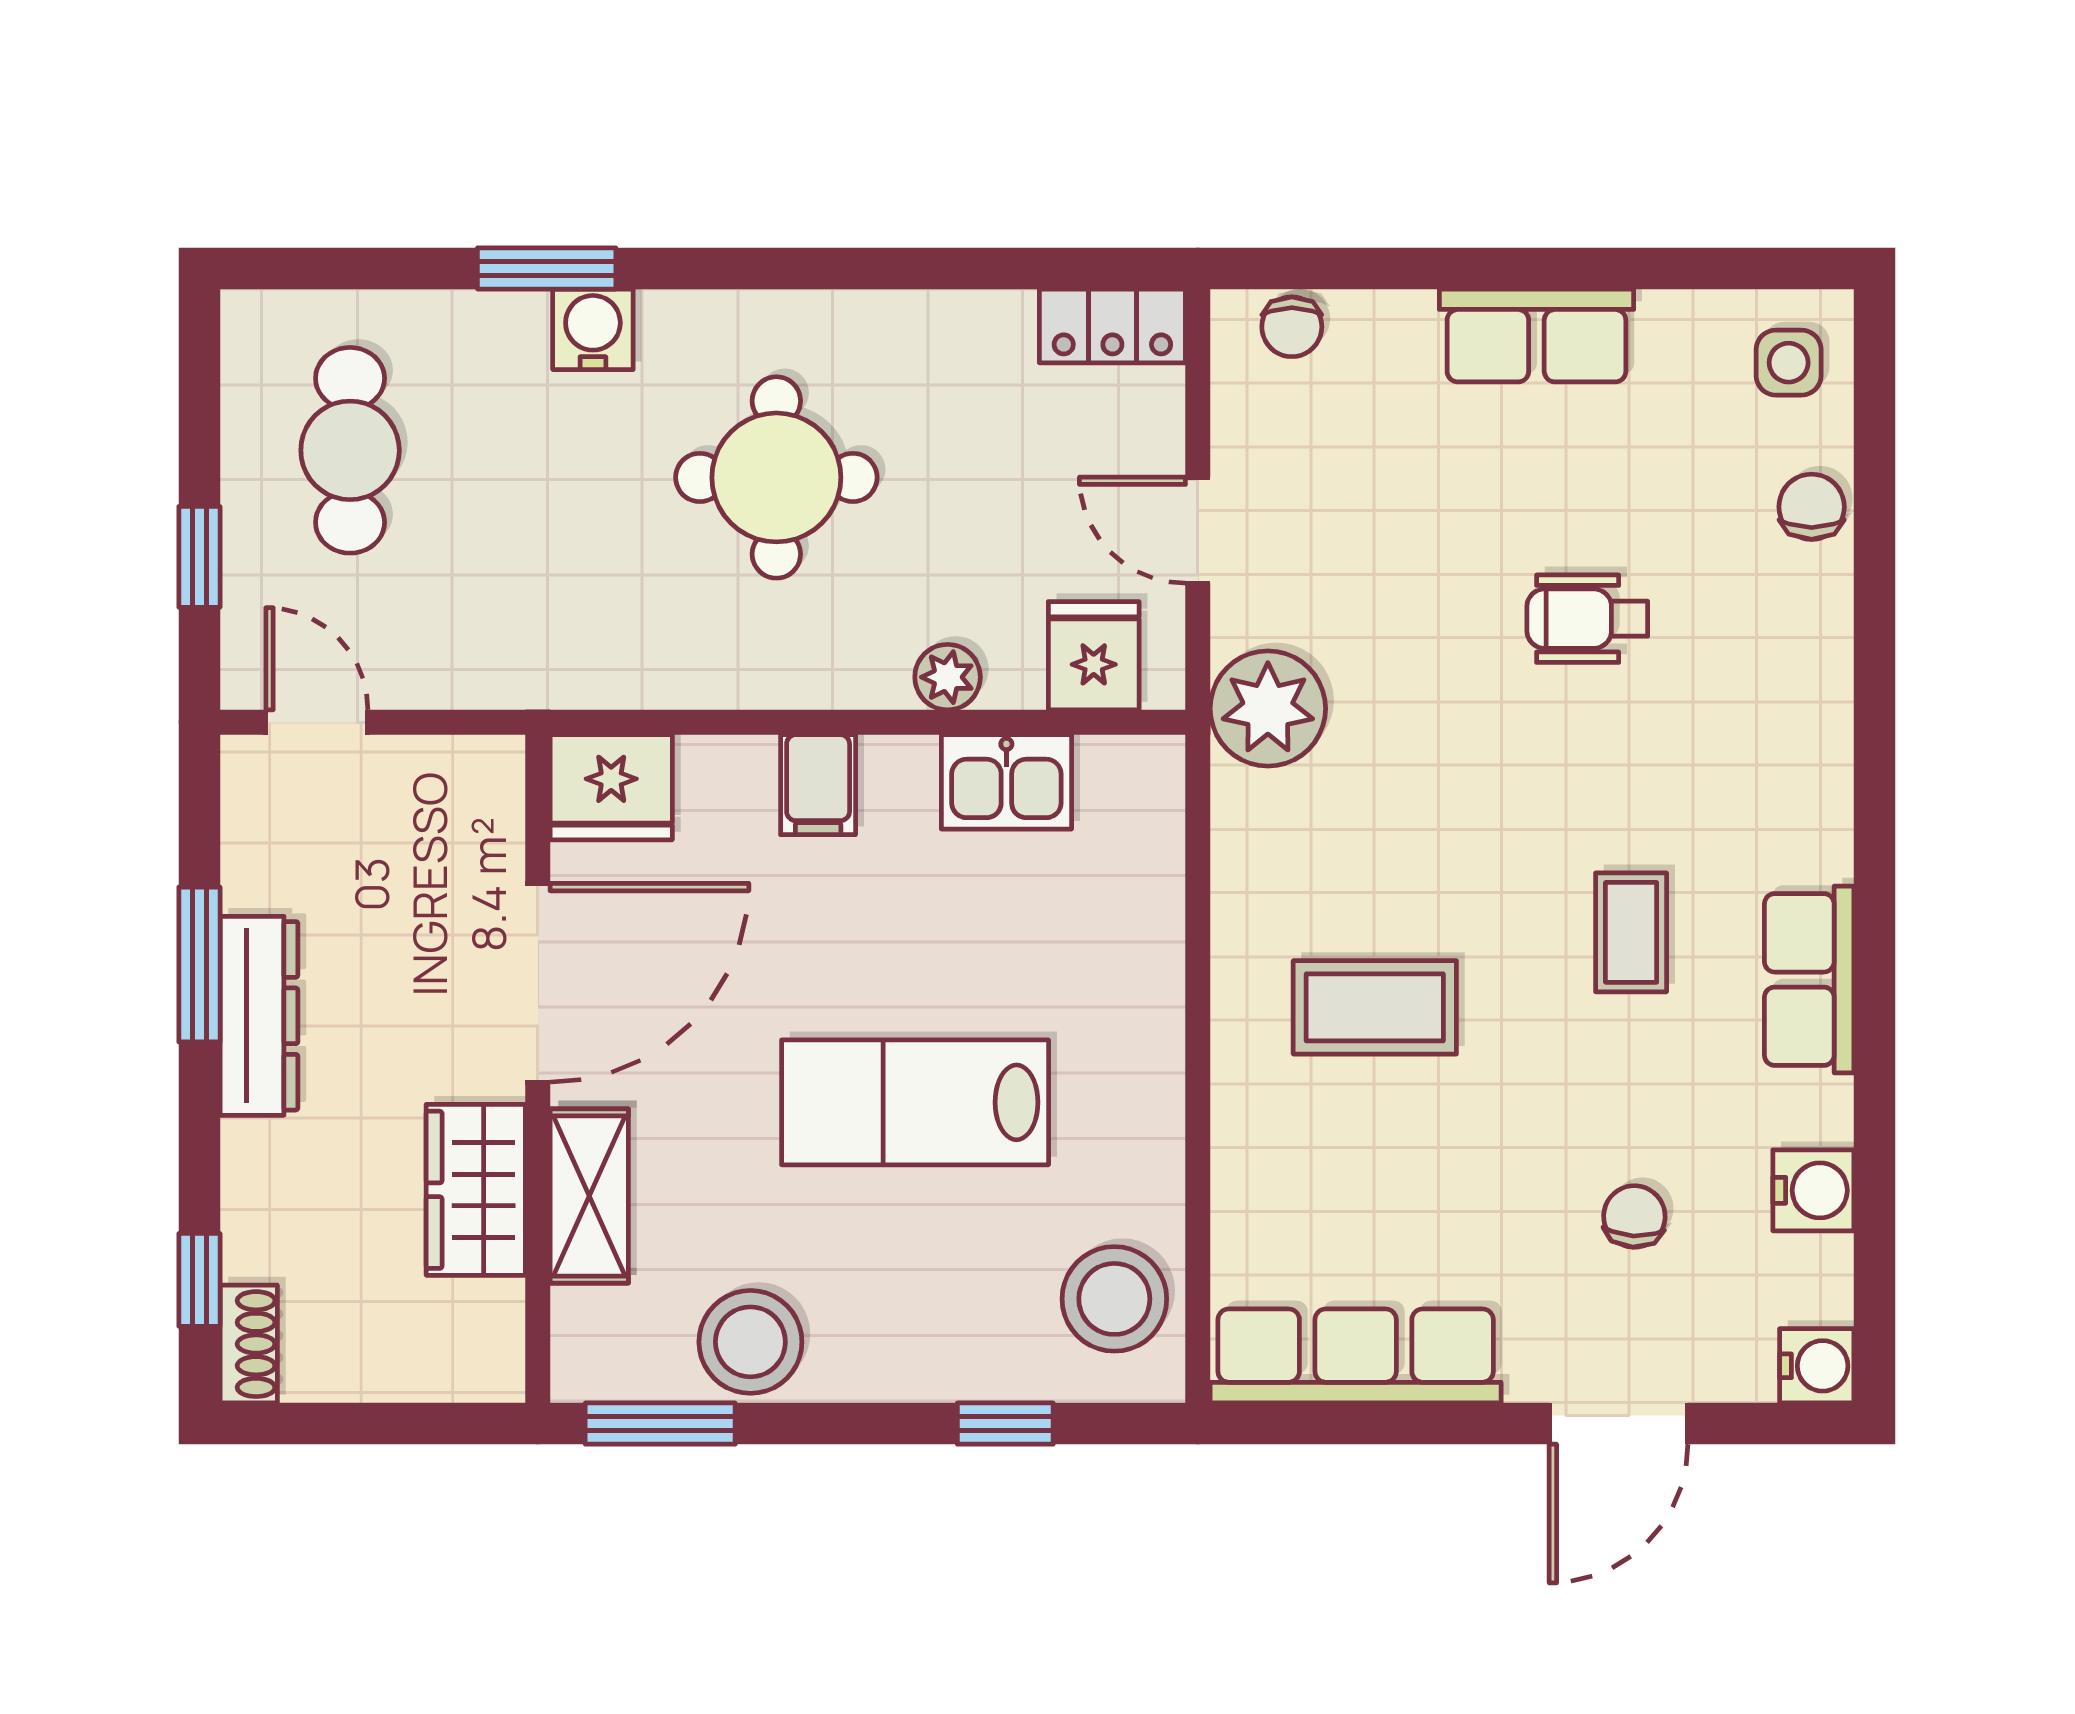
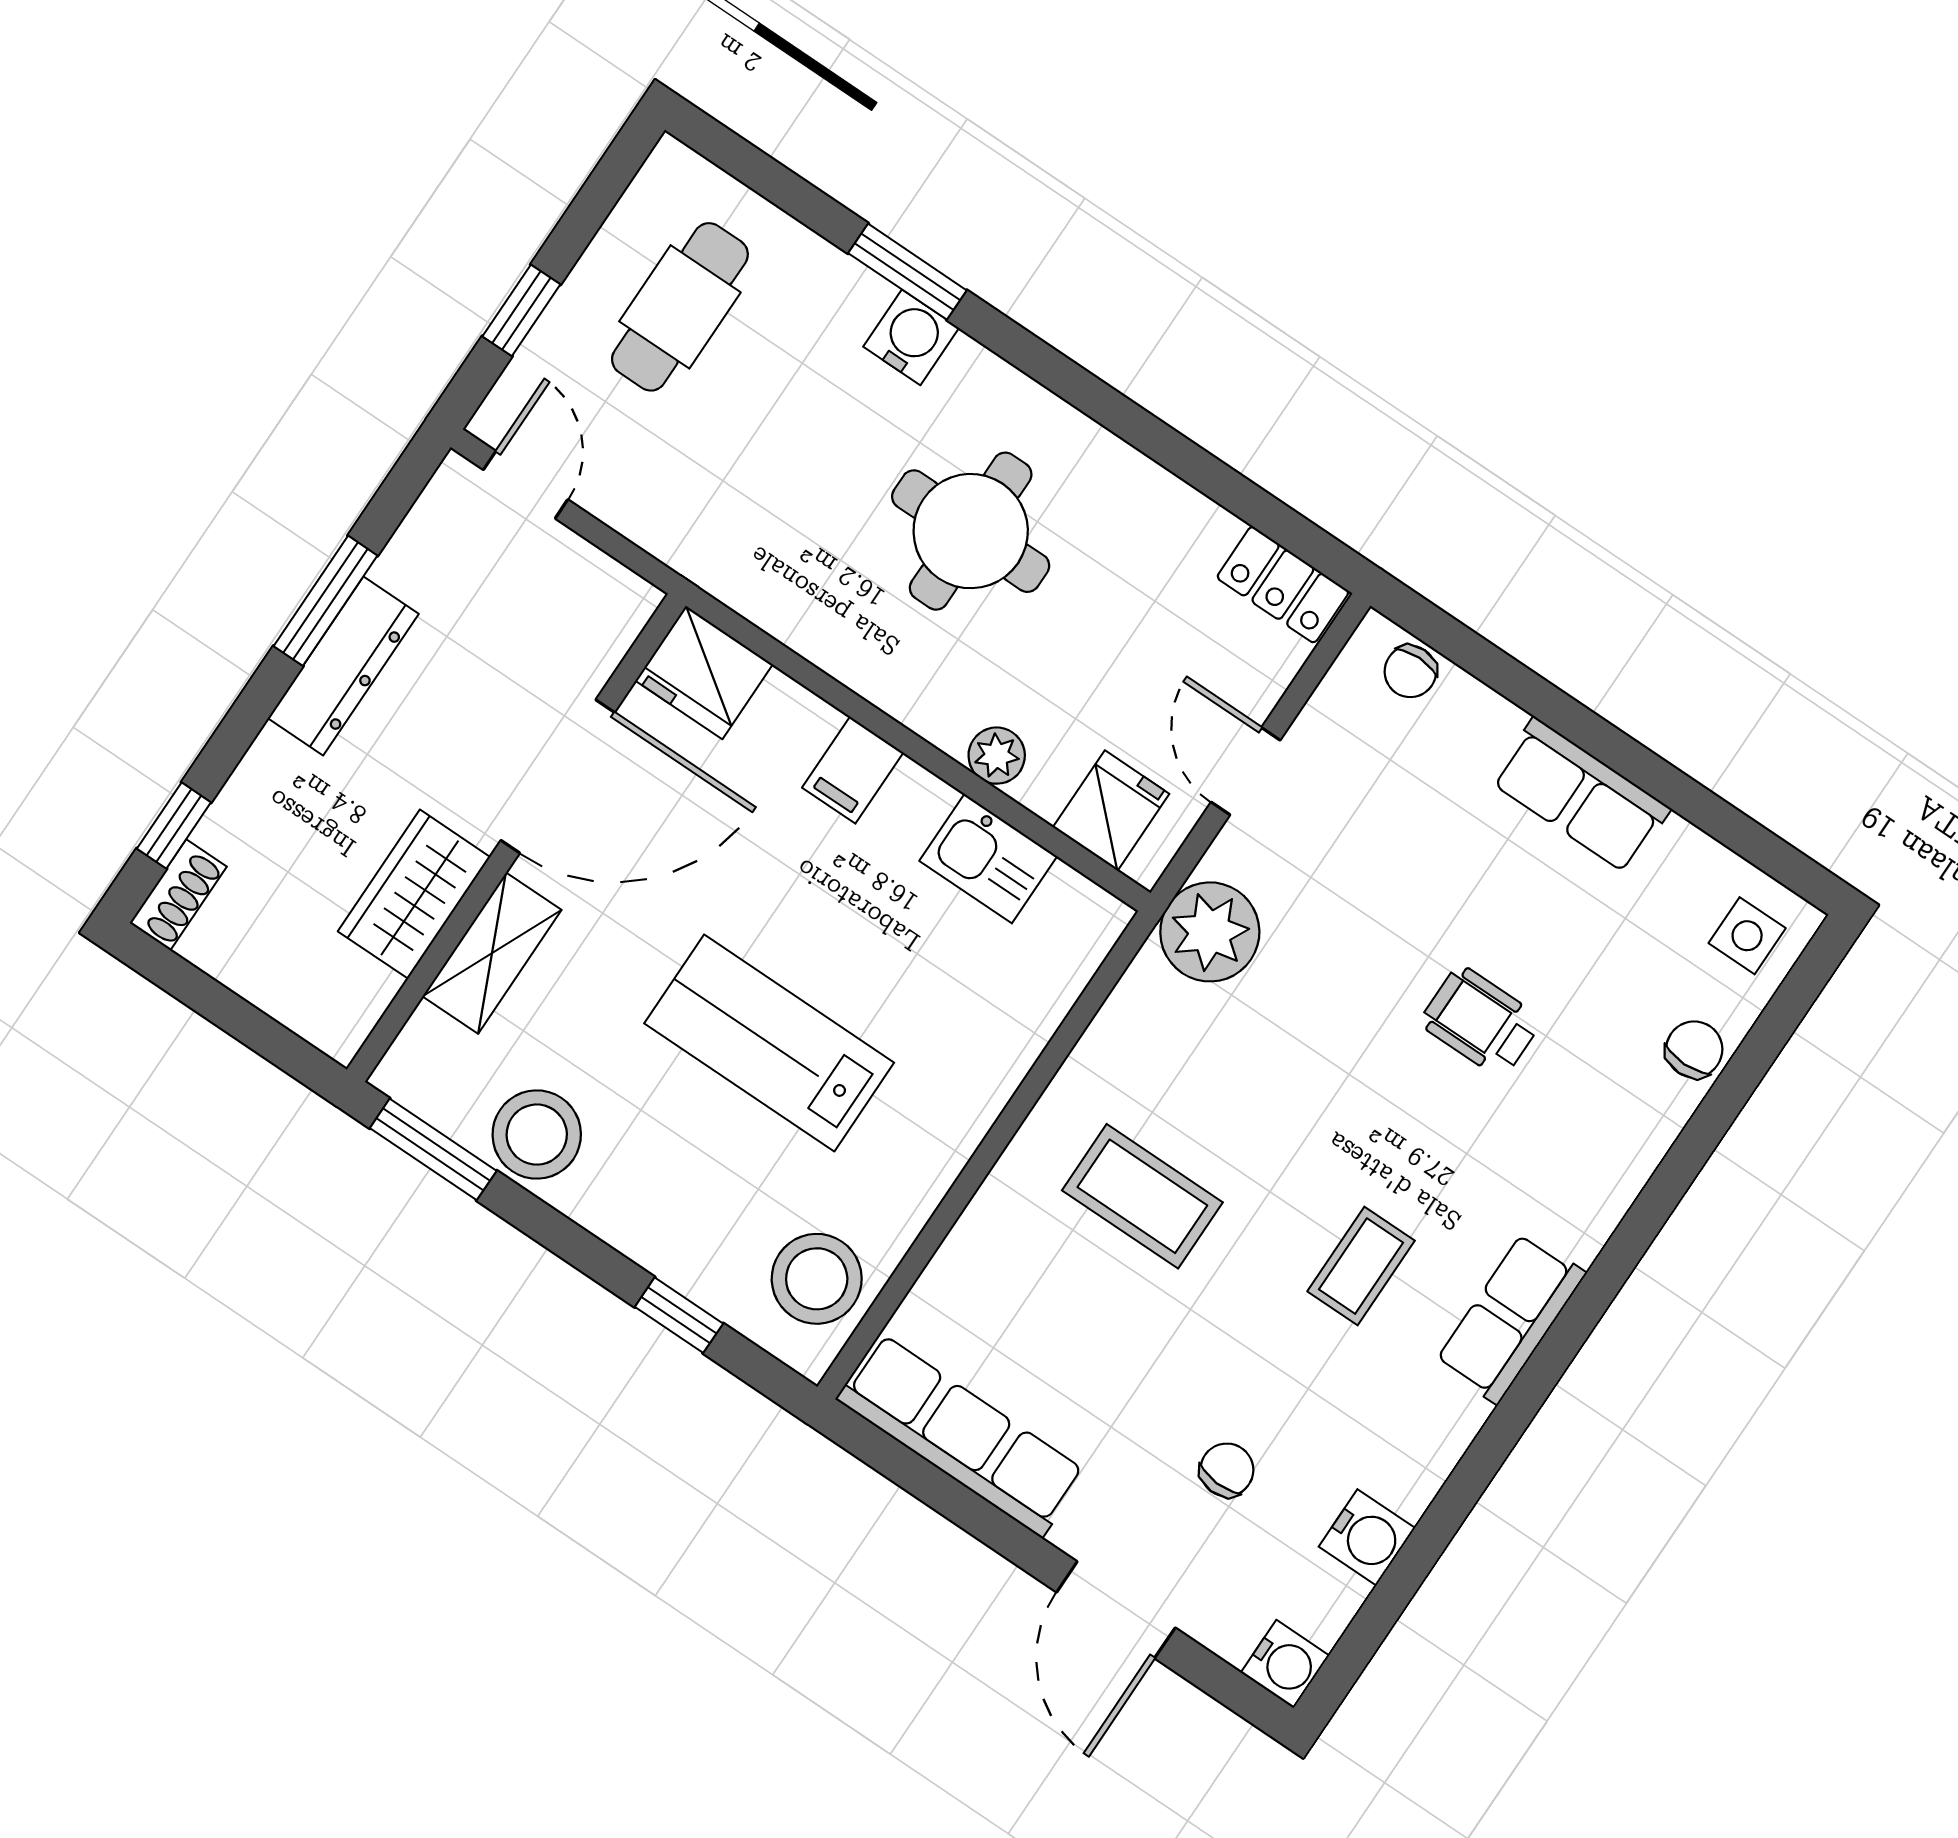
row of seats: (1809, 980) -> (1511, 1318), moved
door: (1619, 1424) -> (1116, 1610), hinge flipped

